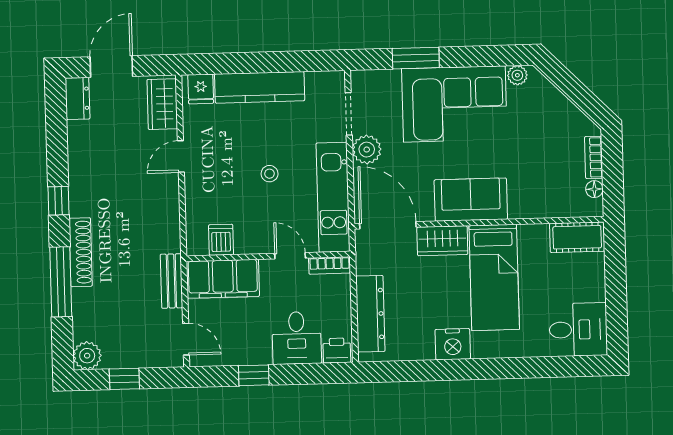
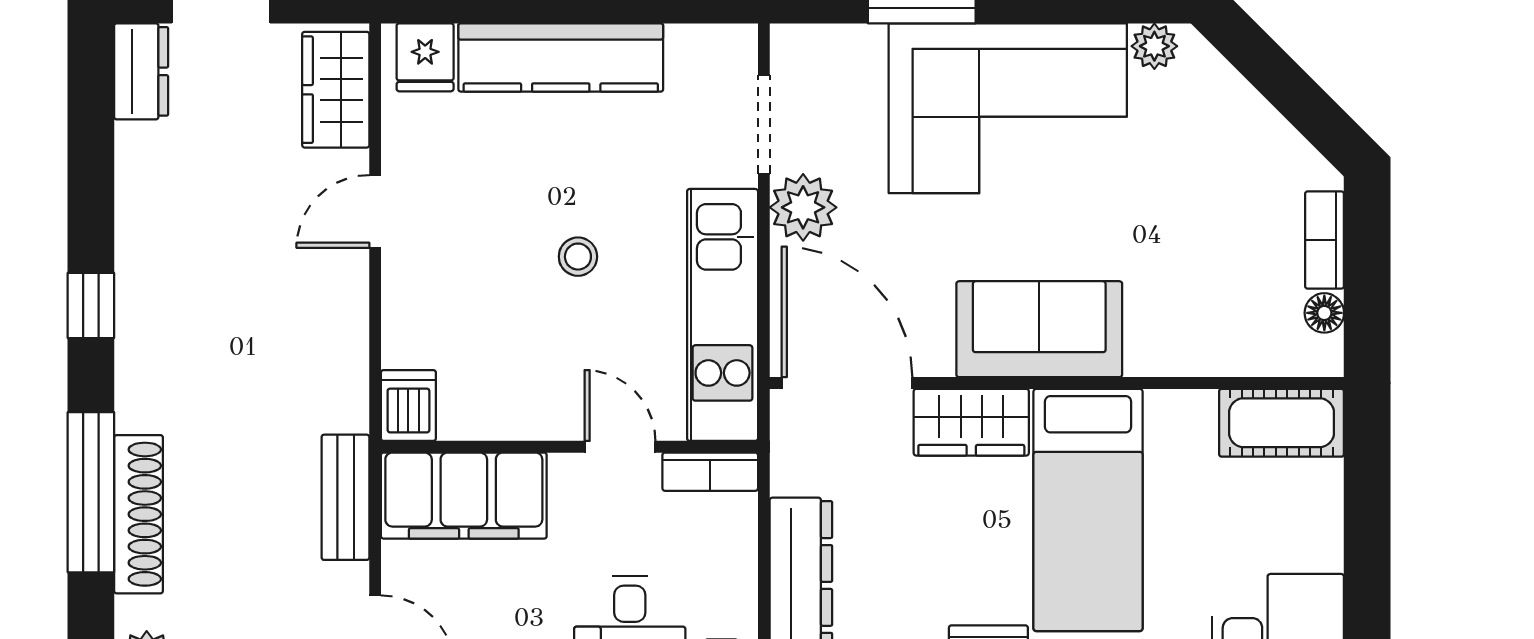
dishwasher: (221, 240) -> (408, 406), moved
shoe rack: (81, 252) -> (138, 514), moved

